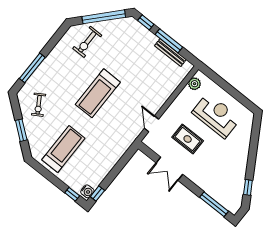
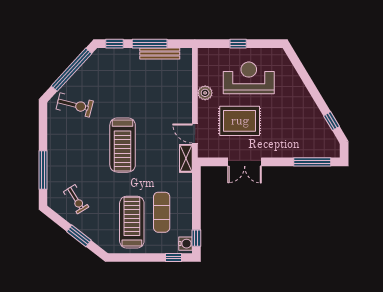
exercise bike: (87, 42) -> (75, 105), turned -76
plant: (195, 84) -> (205, 93), moved
window: (227, 87) -> (238, 44), added
shelving: (132, 135) -> (186, 158), added
rug: (188, 139) -> (240, 121), width x1.36, depth x1.43
exercise mat: (88, 158) -> (162, 212), added

